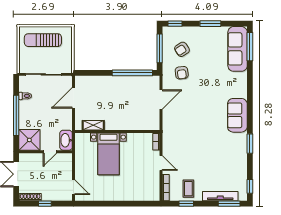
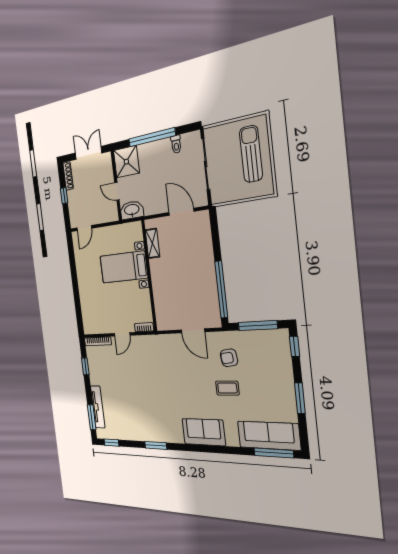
armchair: (182, 49) -> (260, 357), removed
sofa: (237, 115) -> (204, 432), moved
coffee table: (188, 189) -> (227, 388), moved

